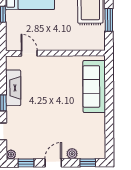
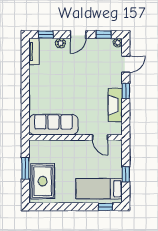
sofa: (94, 87) -> (53, 125), moved, turned -90
tv unit: (100, 144) -> (34, 52), added

